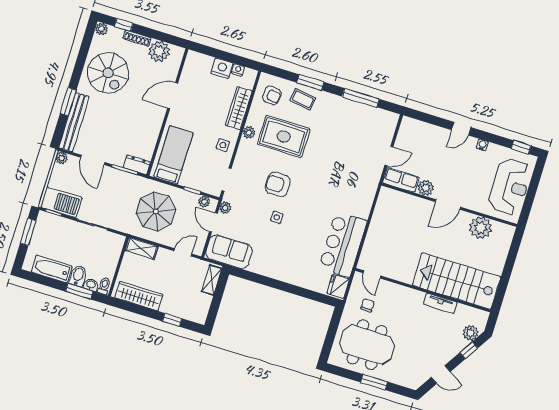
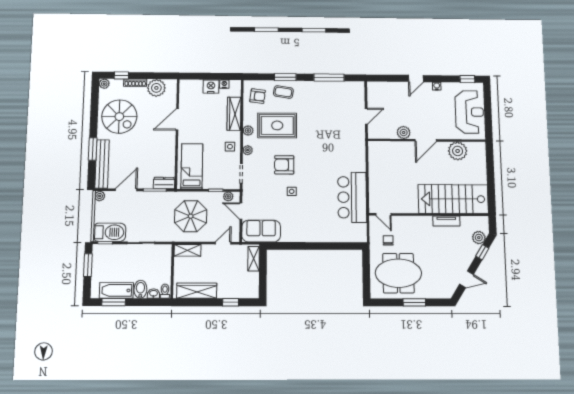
door: (93, 160) -> (126, 190), swing flipped
row of seats: (401, 180) -> (382, 132), removed
plant: (225, 208) -> (248, 150), moved
fridge: (338, 286) -> (359, 232), removed
window: (79, 291) -> (114, 302), moved

